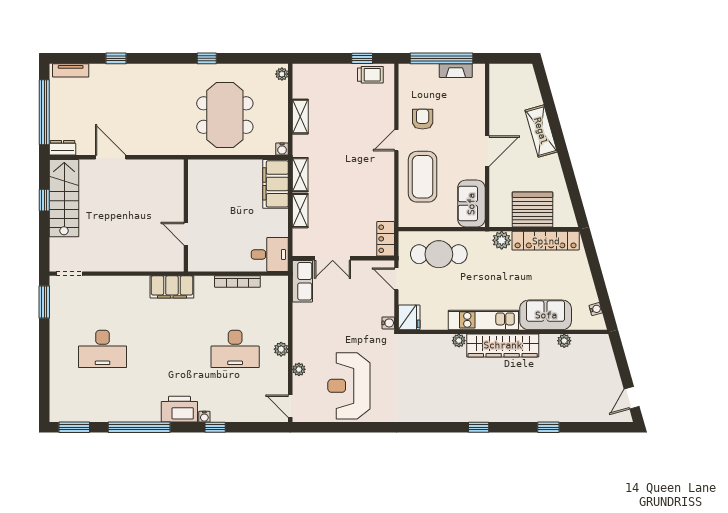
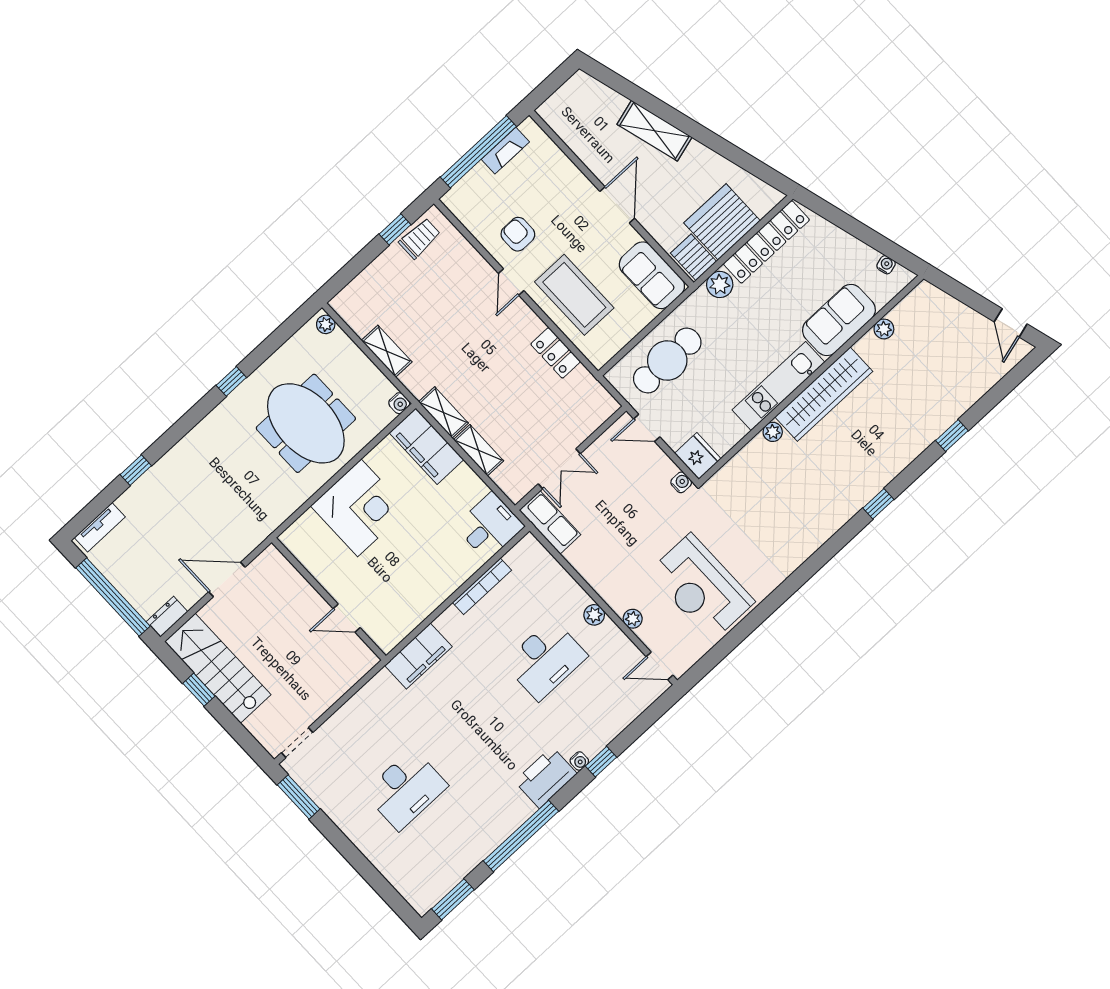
corner desk: (212, 183) -> (359, 508), added
server rack: (501, 214) -> (693, 257), added
wall: (186, 215) -> (329, 599), moved
door: (186, 234) -> (347, 618), moved
locker: (386, 239) -> (556, 353), moved

